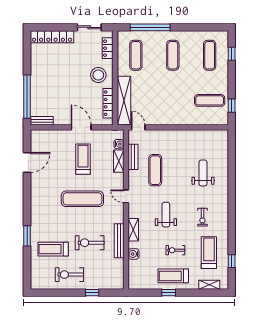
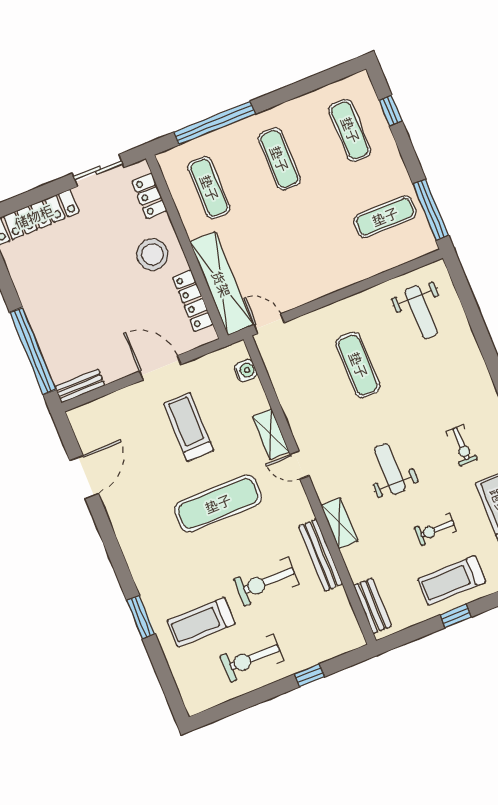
window: (232, 106) -> (431, 210), width x2.17
bench: (133, 157) -> (372, 606), moved
shelving: (119, 161) -> (271, 434), moved
exercise mat: (155, 170) -> (358, 365), moved
weight bench: (203, 173) -> (421, 312), moved, turned 180
water cooler: (134, 254) -> (359, 569), removed

